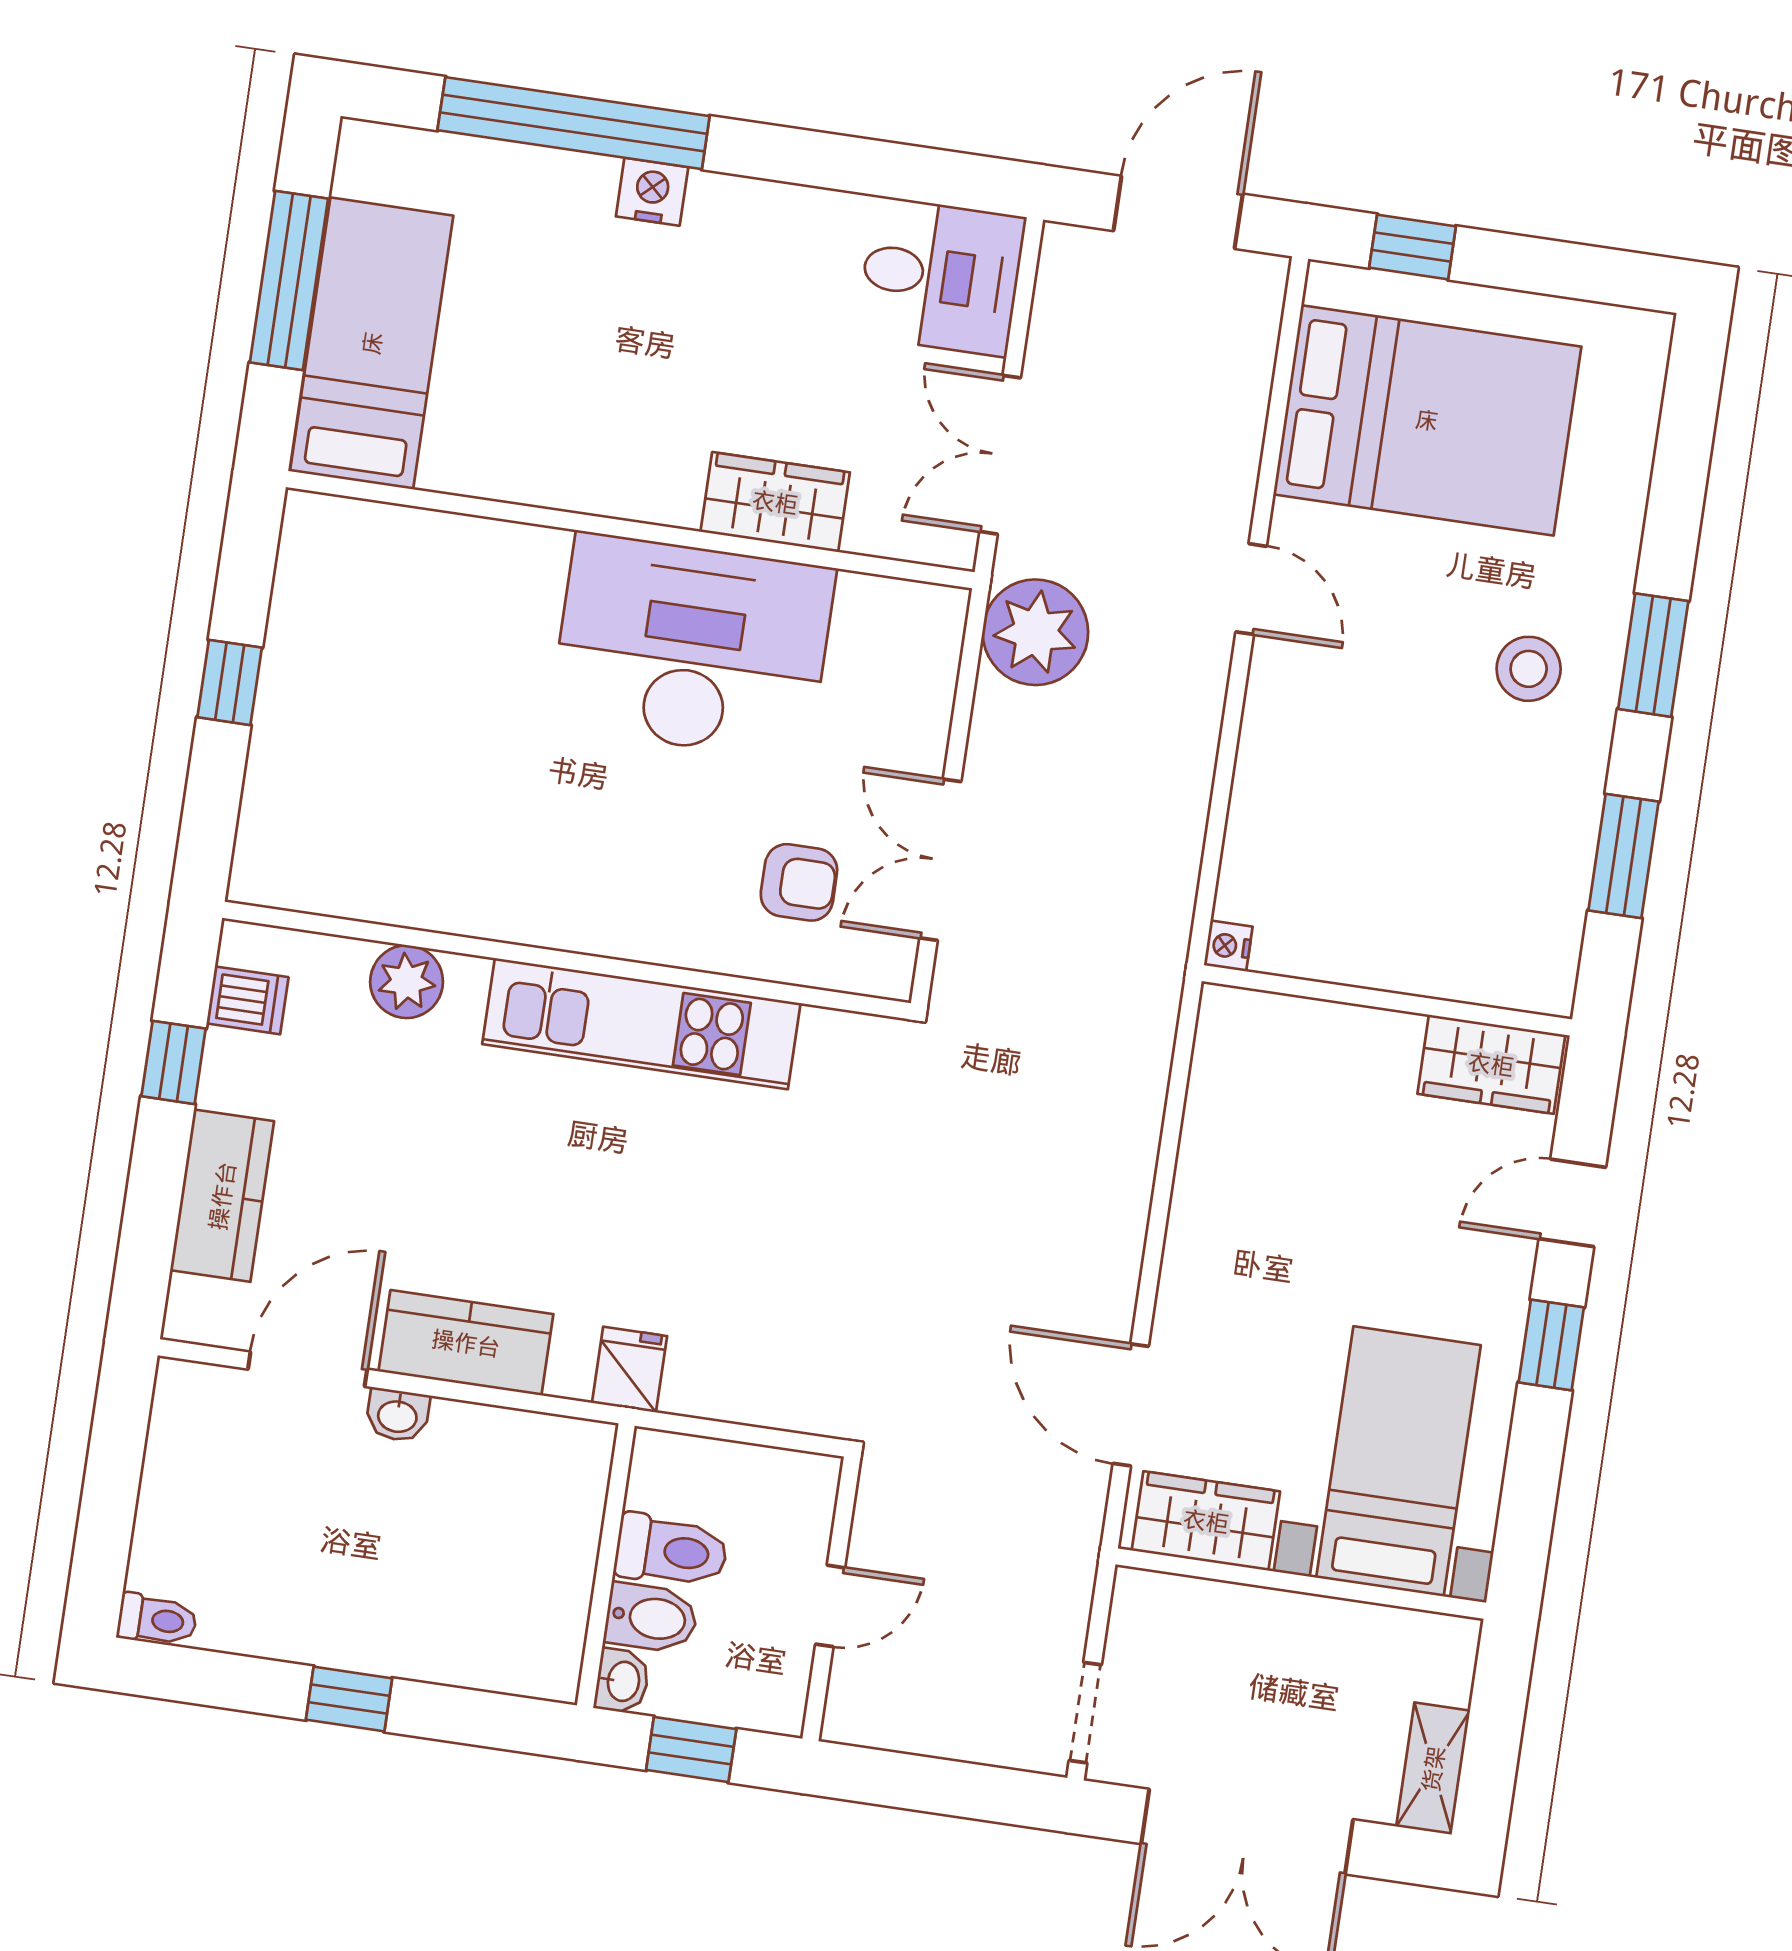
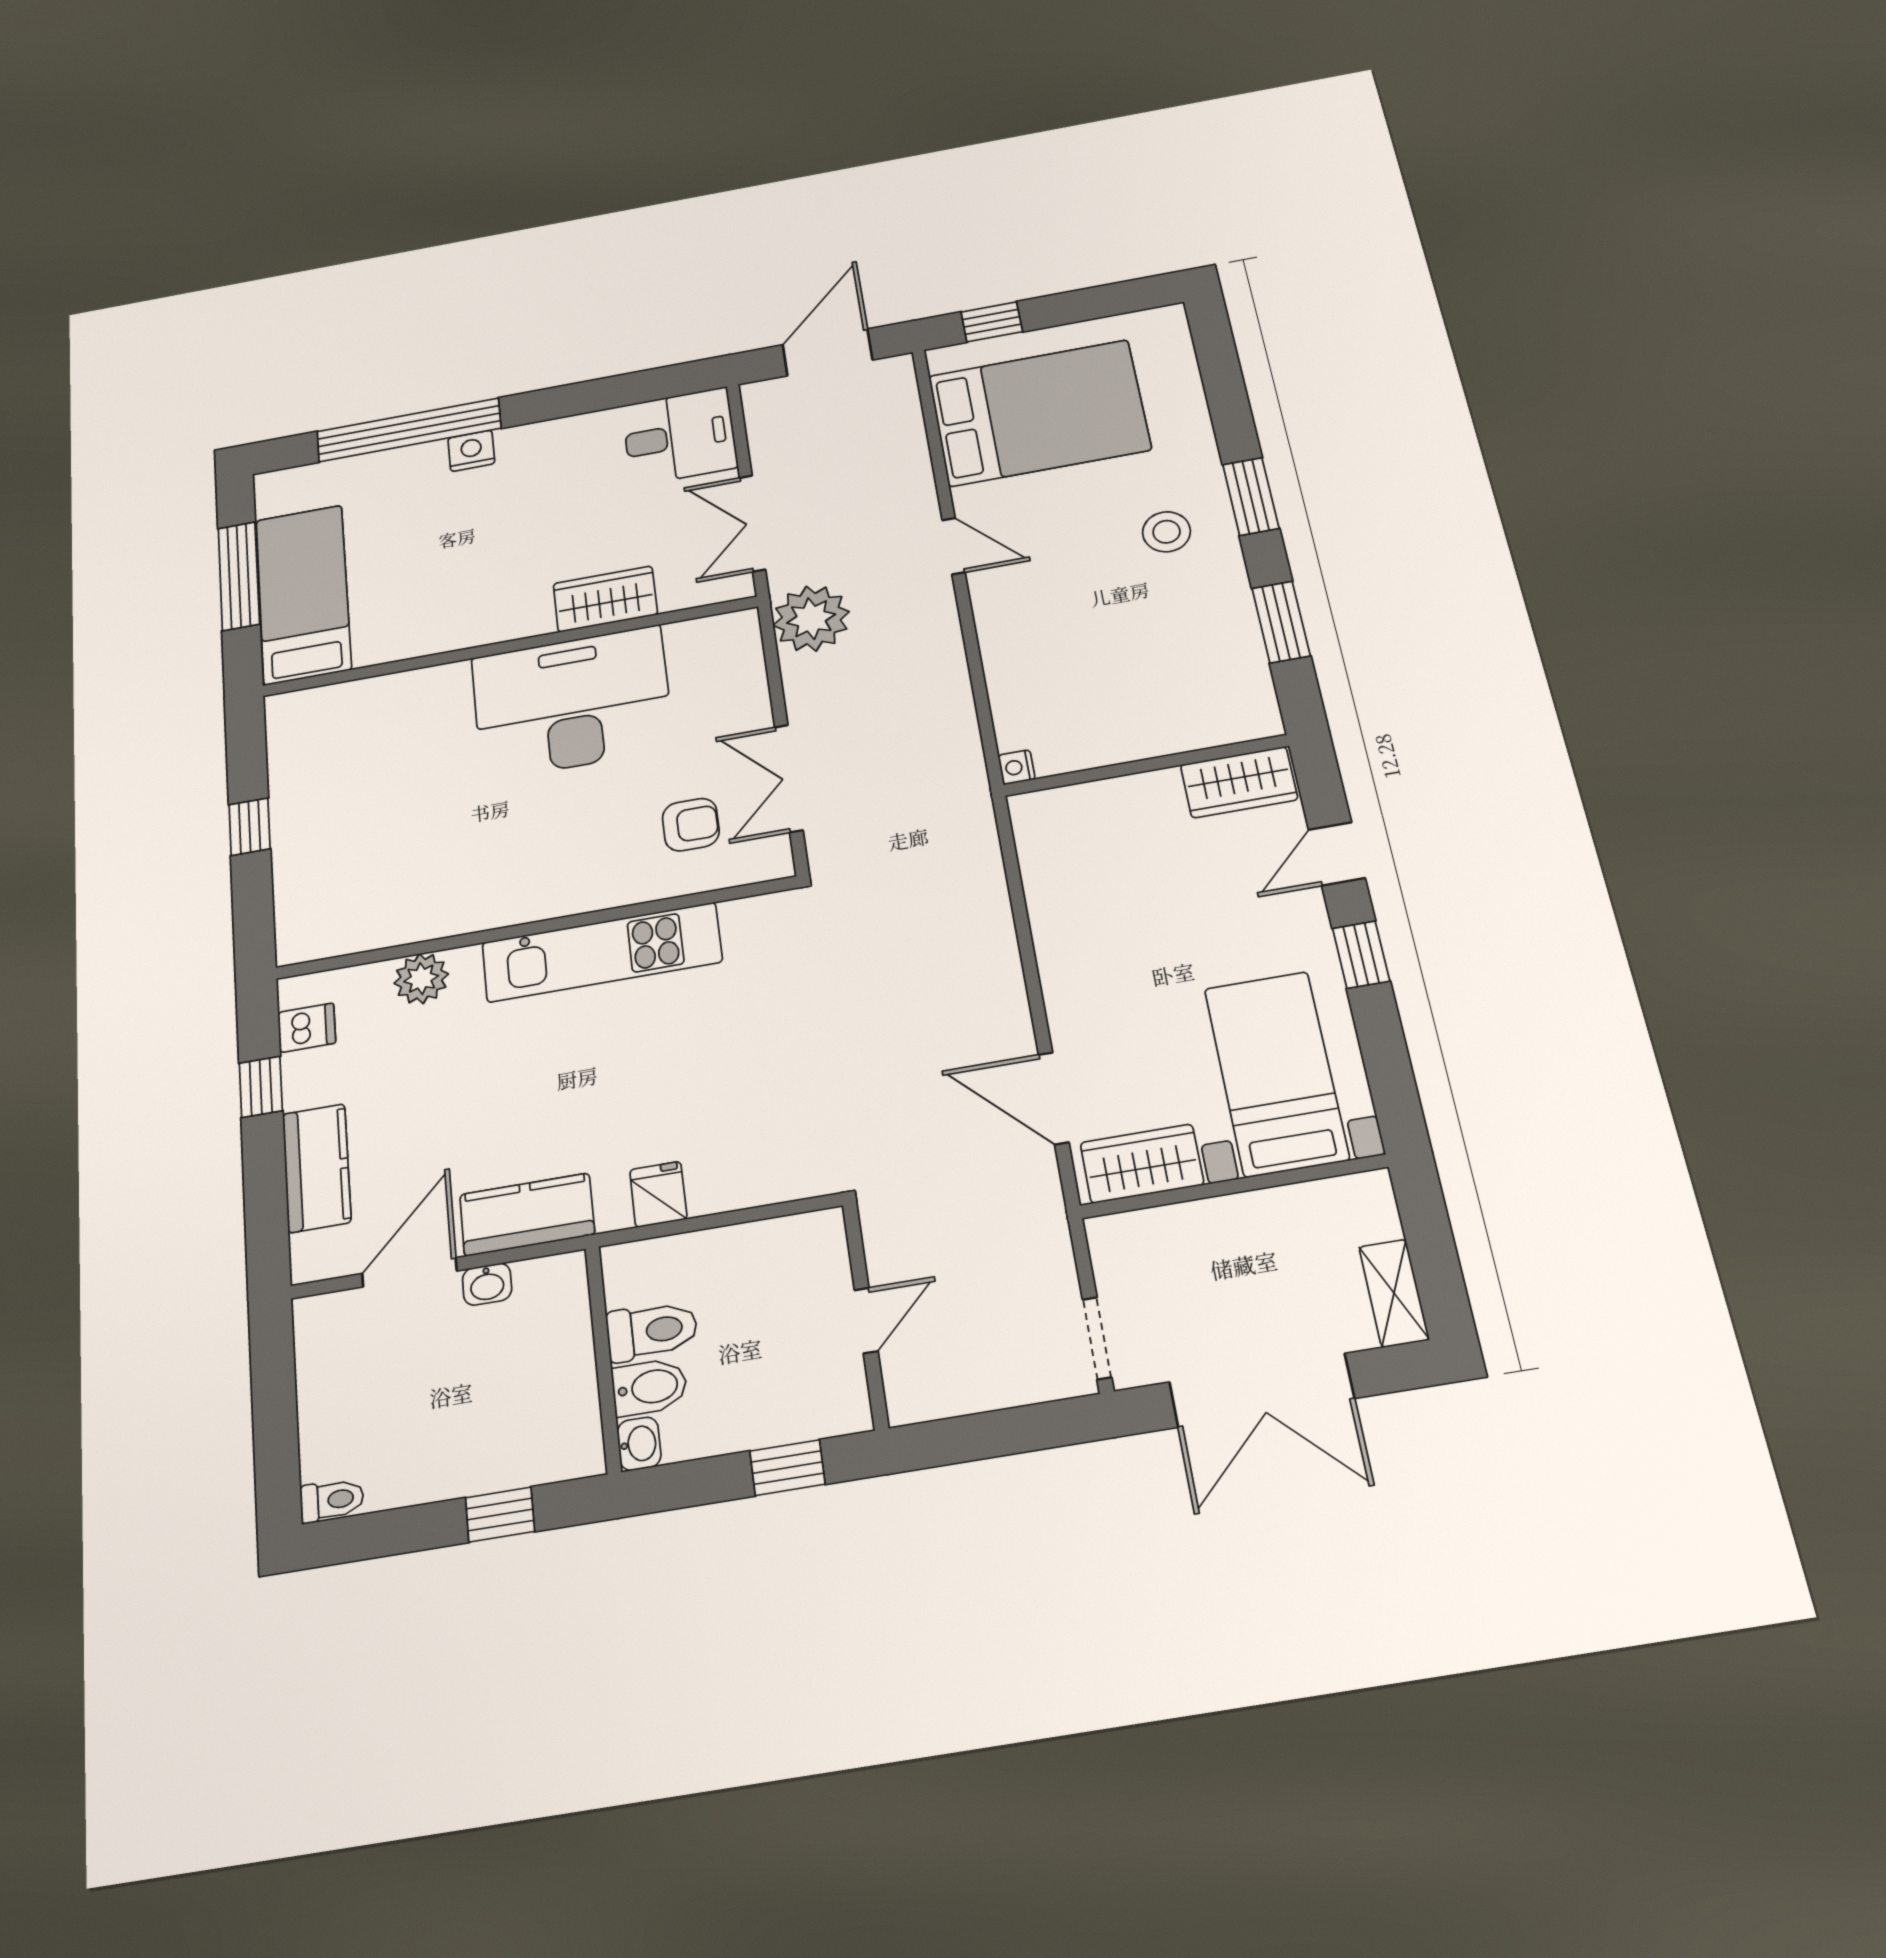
toilet: (671, 1551) -> (652, 1331), moved
wall: (606, 1566) -> (603, 1358), moved
bidet: (651, 1618) -> (650, 1387), moved
washbasin: (622, 1681) -> (639, 1444), moved

